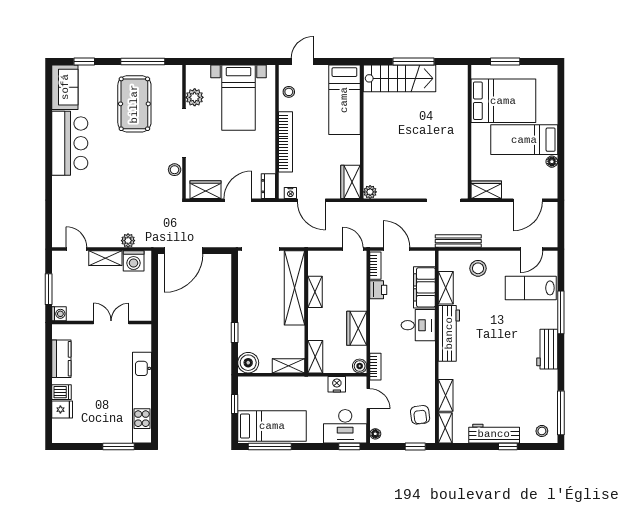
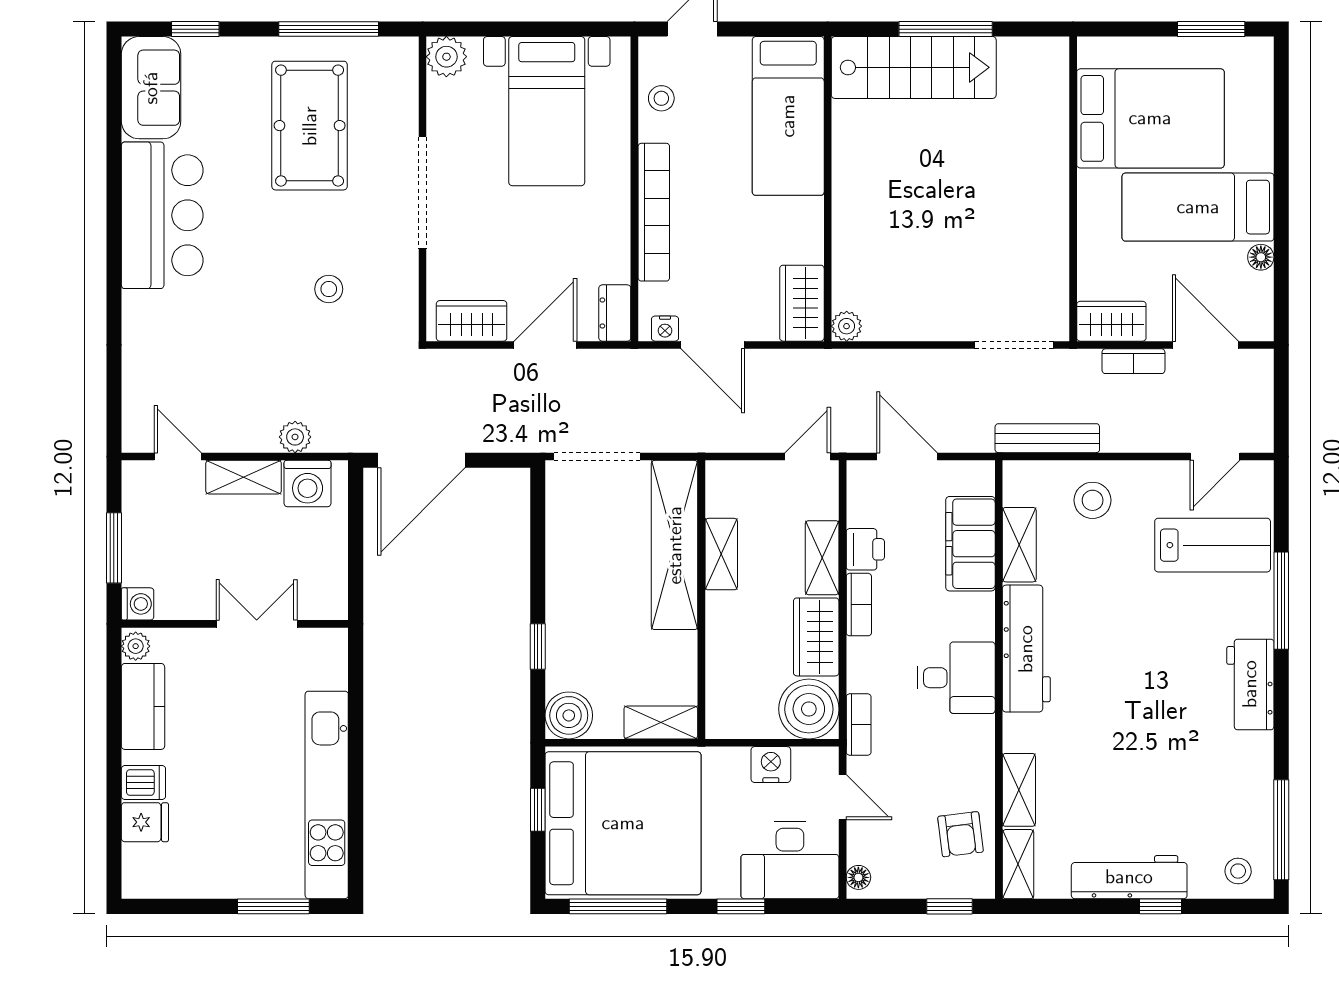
window: (505, 61) -> (1211, 29), moved
plant: (195, 97) -> (446, 57), moved
stool: (175, 170) -> (329, 289), moved
door: (528, 200) -> (1205, 345), swing flipped
bookcase: (496, 207) -> (1133, 361), added
door: (353, 249) -> (808, 457), hinge flipped
bookcase: (375, 266) -> (859, 605), moved
lab bench: (531, 288) -> (1213, 545), turned 180
desk: (418, 325) -> (956, 678), moved
plant: (58, 332) -> (136, 646), added
shelving: (315, 357) -> (822, 558), moved
boiler: (360, 366) -> (809, 709), width x1.86, depth x1.86
bed: (272, 426) -> (623, 823), width x2.04
window: (349, 446) -> (741, 906), moved

